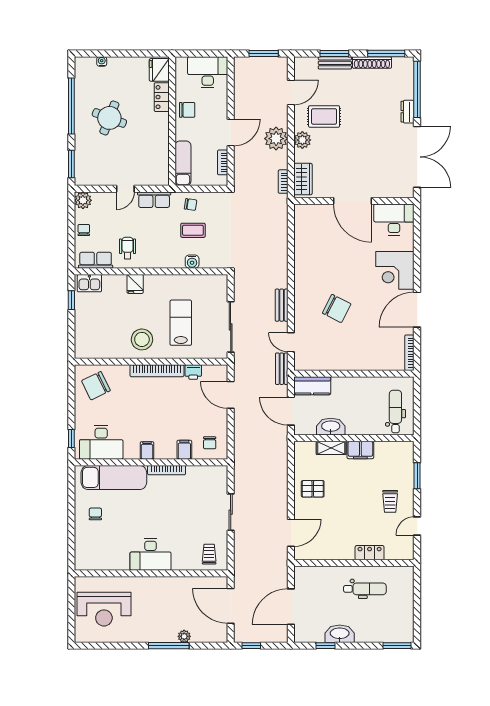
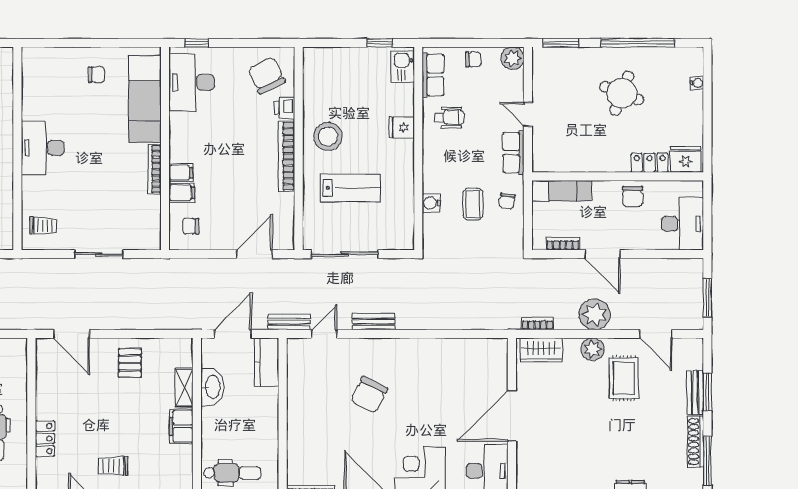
printer: (193, 372) -> (285, 108), moved
filing cabinet: (147, 450) -> (181, 173), moved

